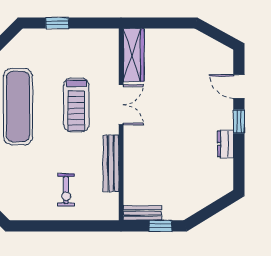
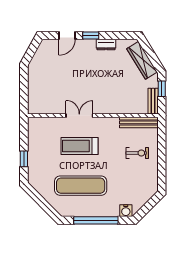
wardrobe: (134, 55) -> (142, 60), moved, turned -122
treadmill: (76, 105) -> (79, 146), turned 180
bench: (111, 163) -> (139, 122), moved

